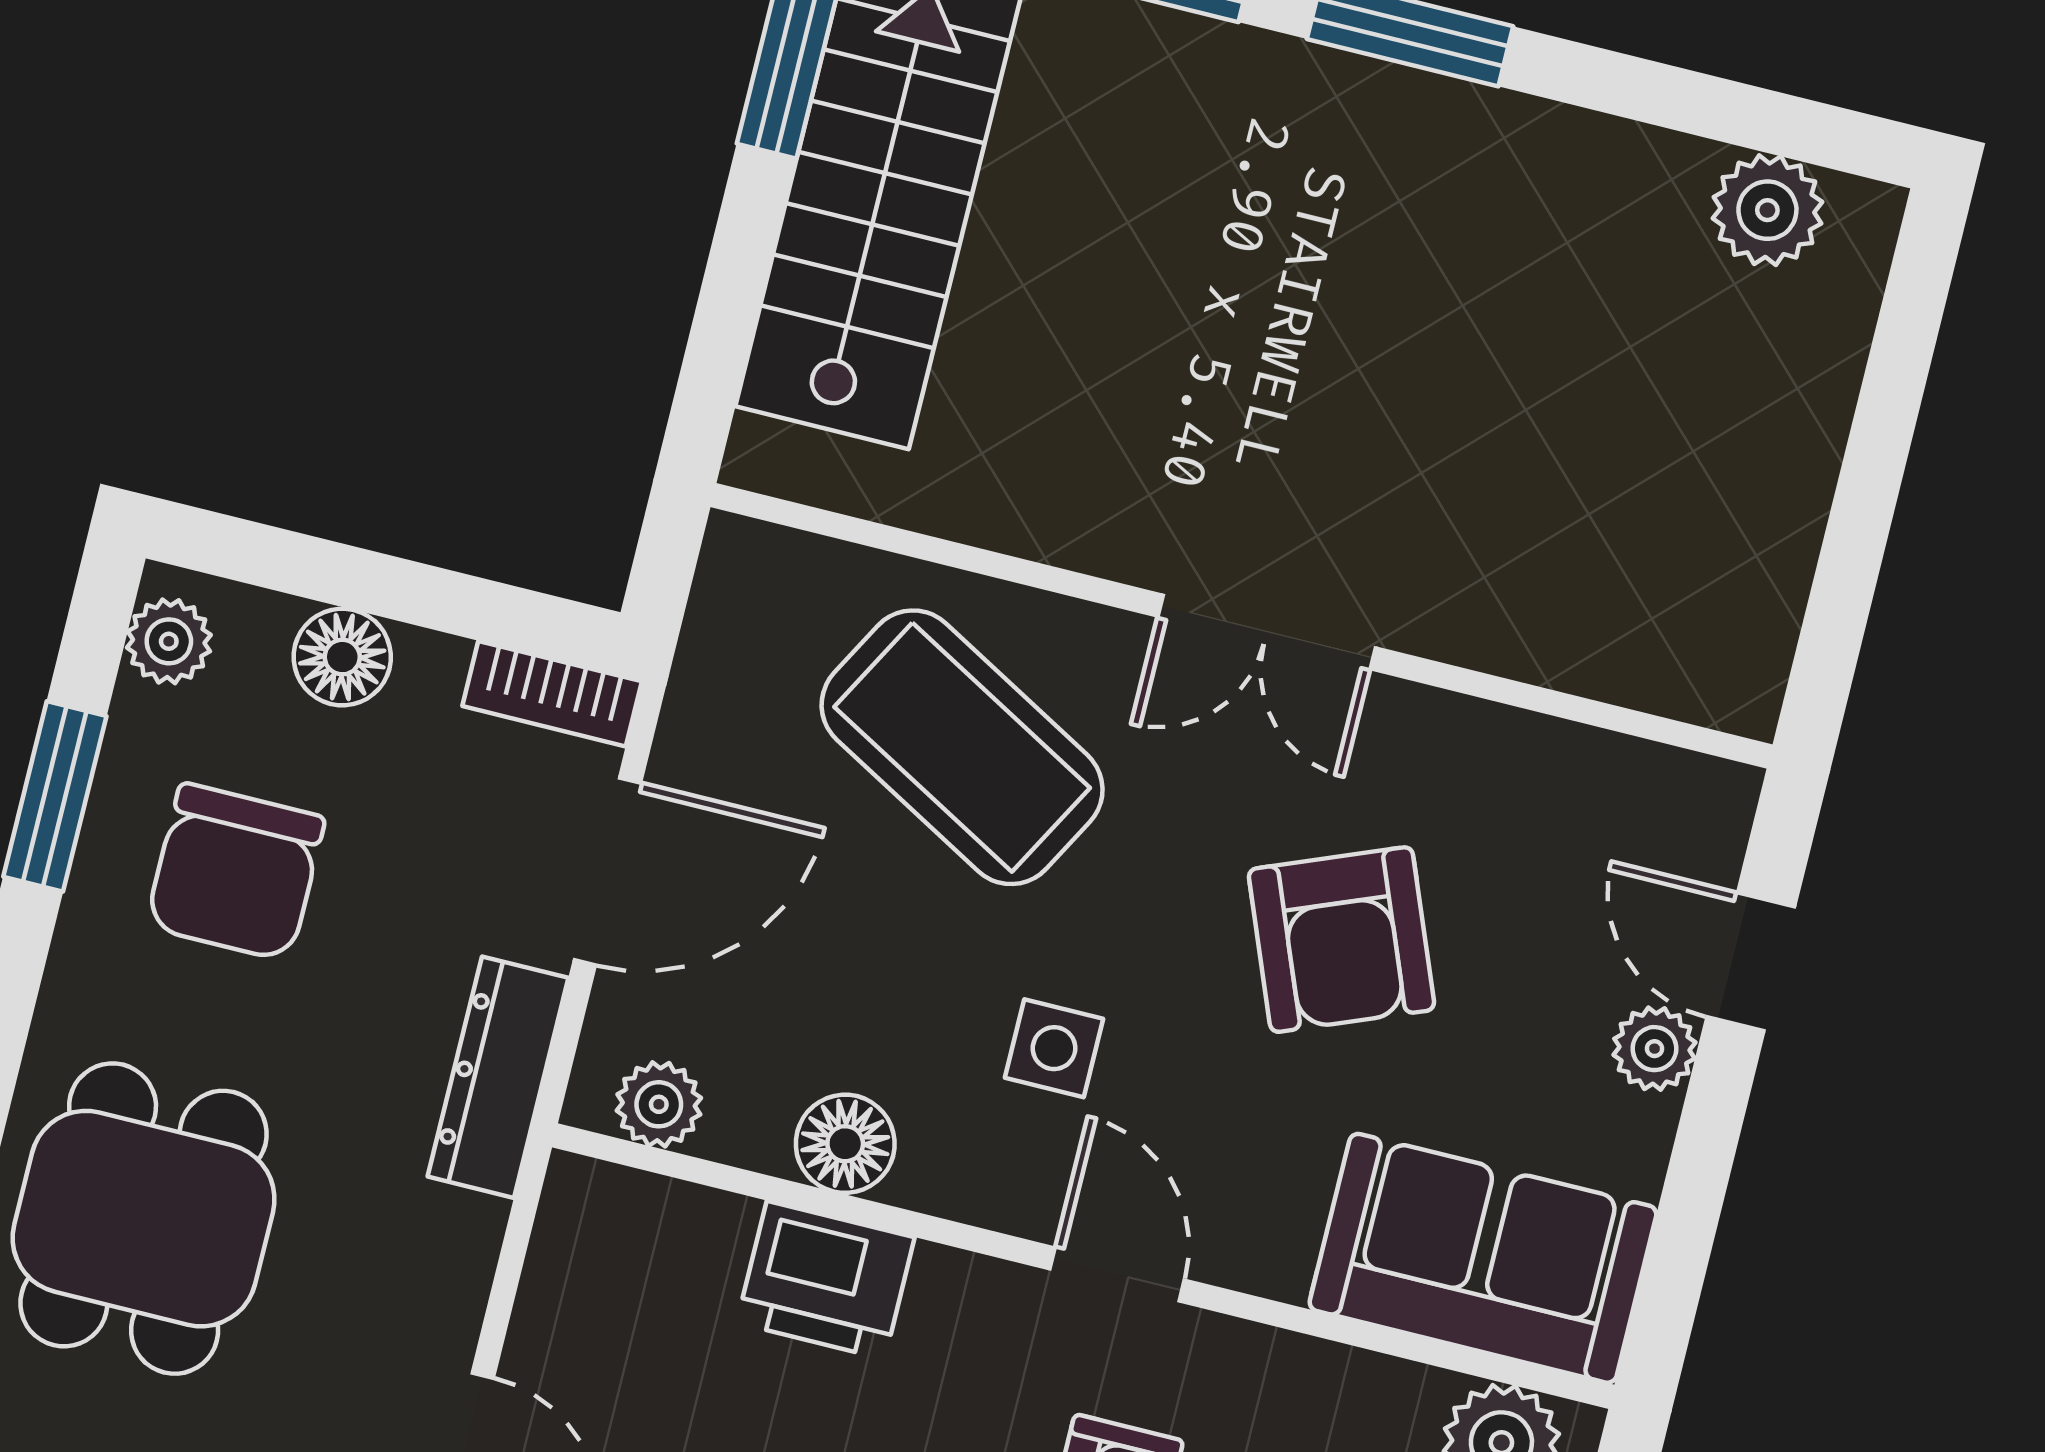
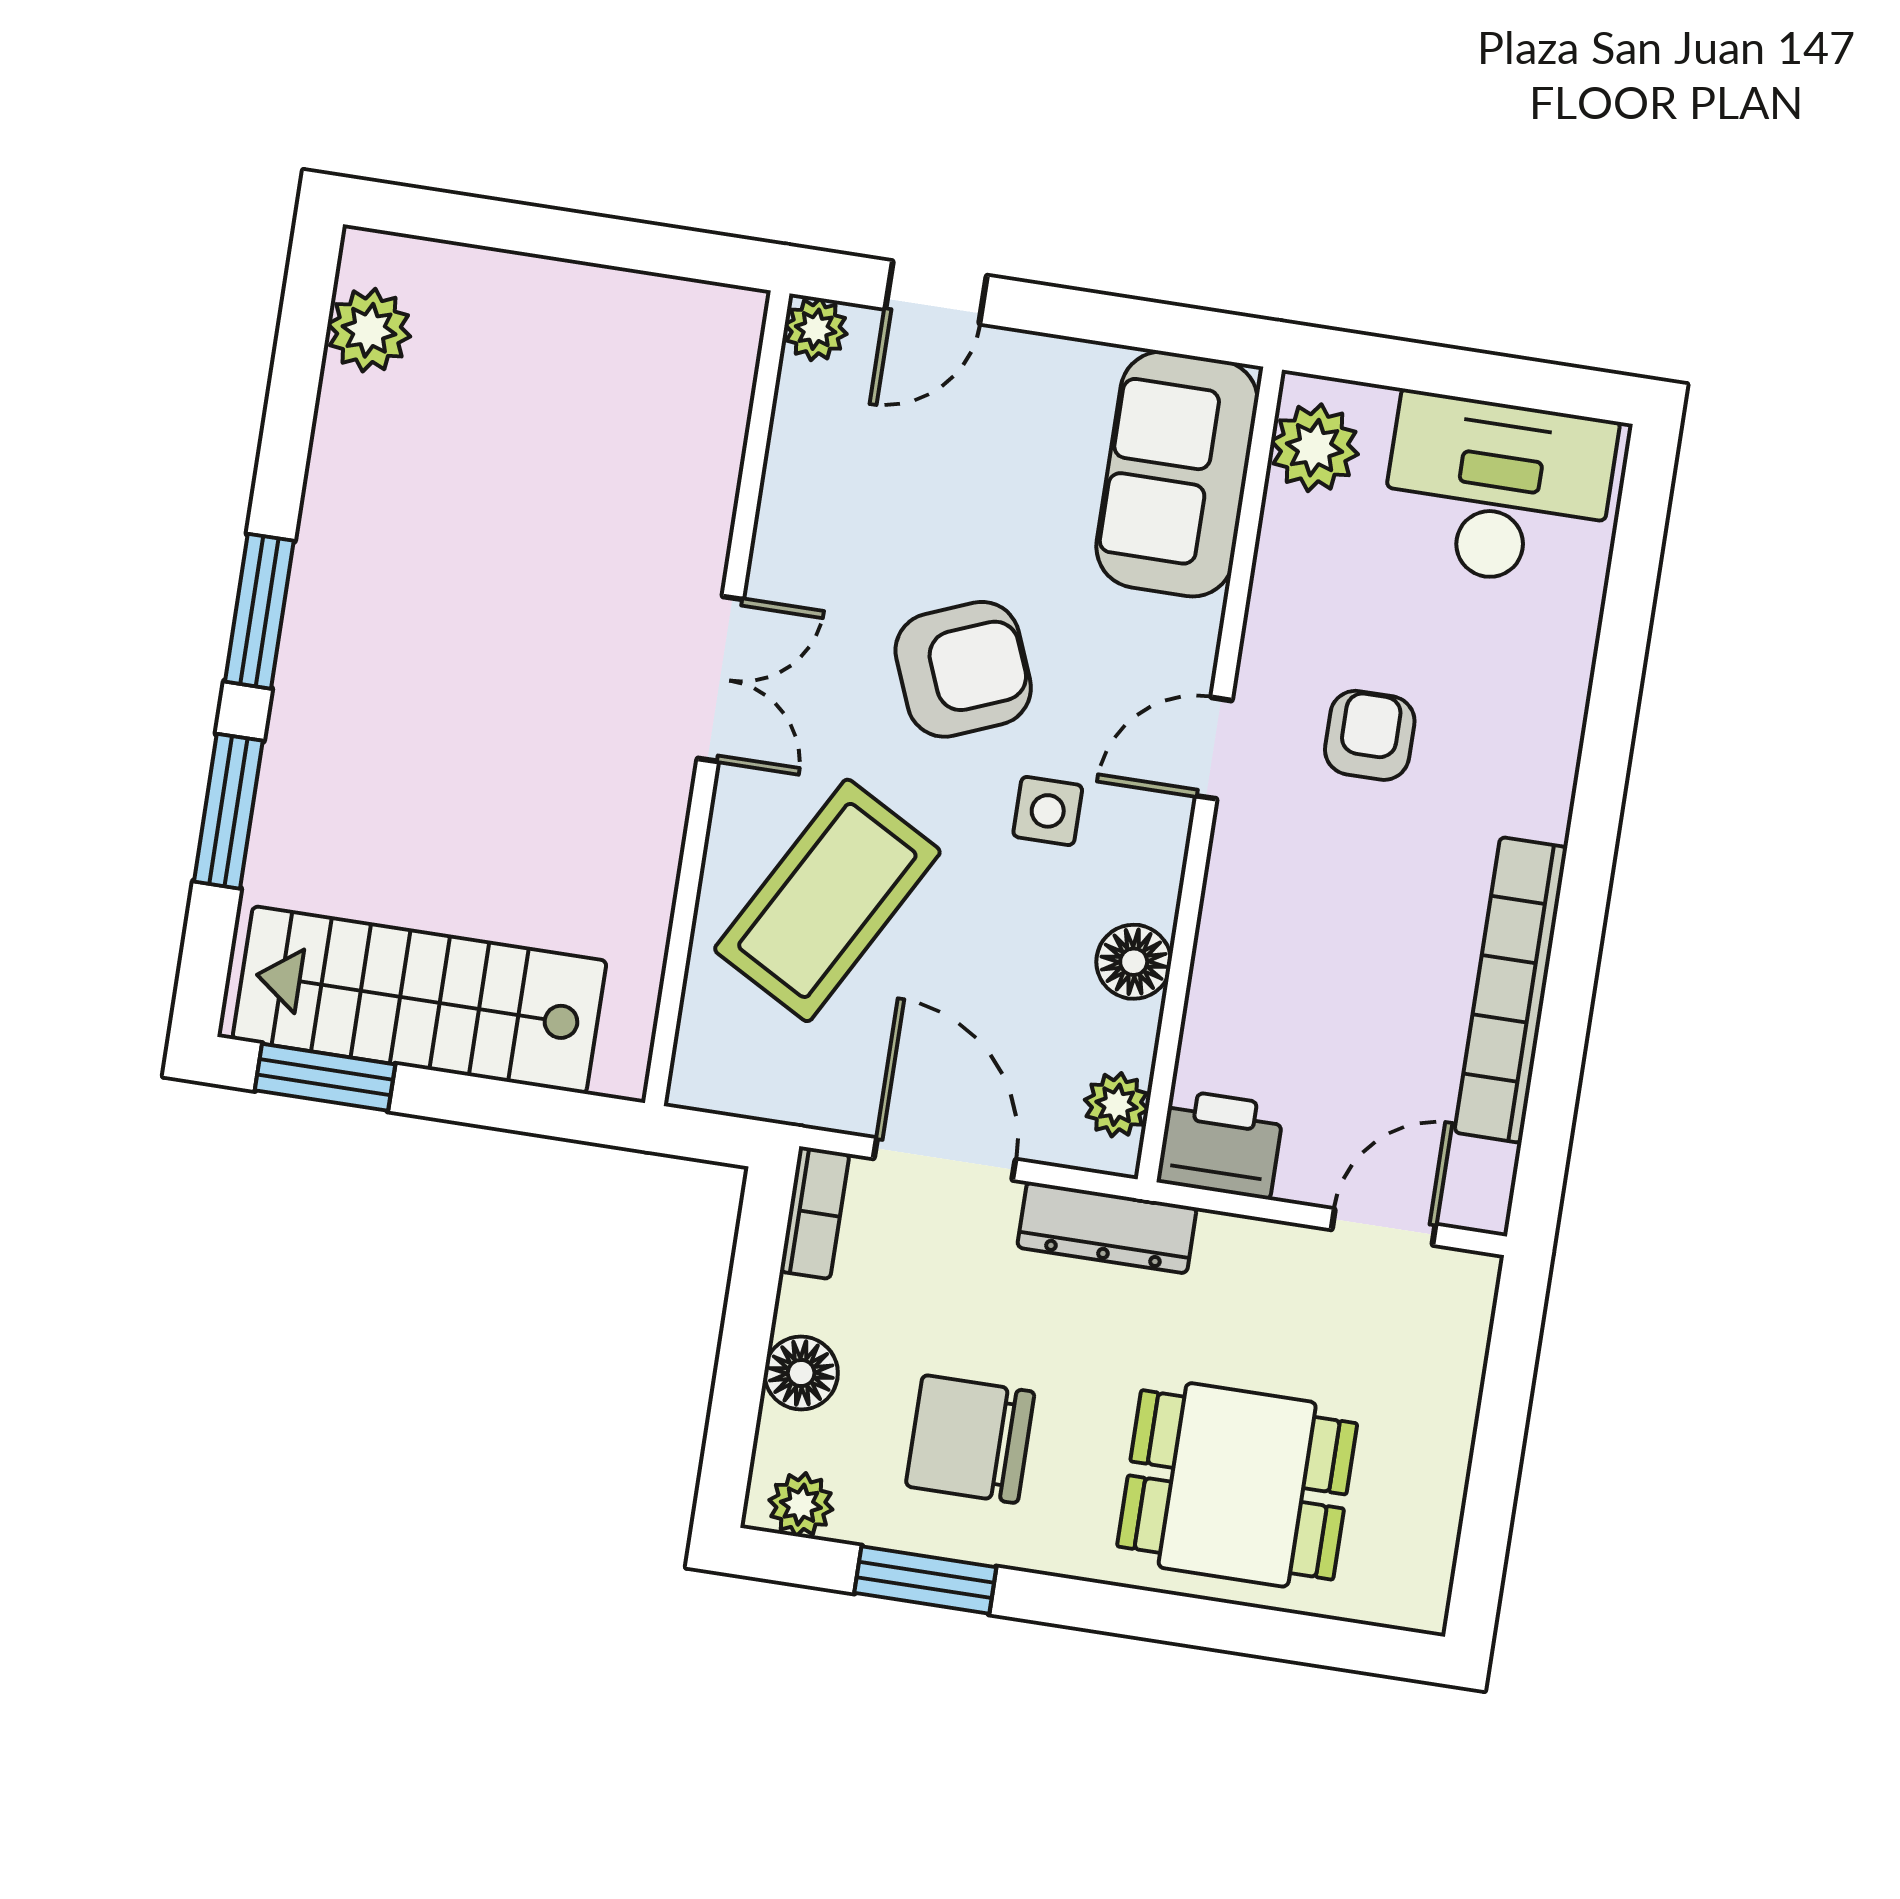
chair: (235, 872) -> (970, 1439), turned 180
armchair: (1341, 940) -> (963, 669), moved
plant: (1654, 1049) -> (816, 329), moved
printer: (826, 1280) -> (1220, 1144), moved, turned -90

